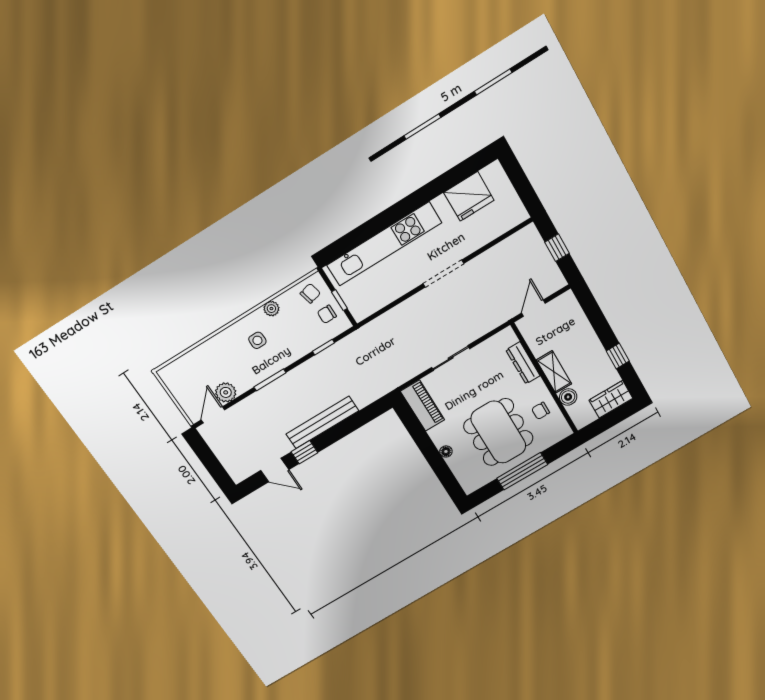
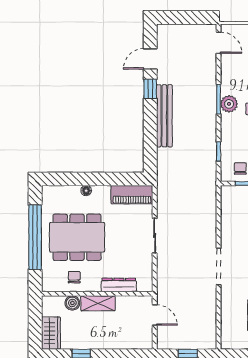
plant: (226, 392) -> (229, 104), moved
window: (522, 471) -> (35, 237), width x1.46

